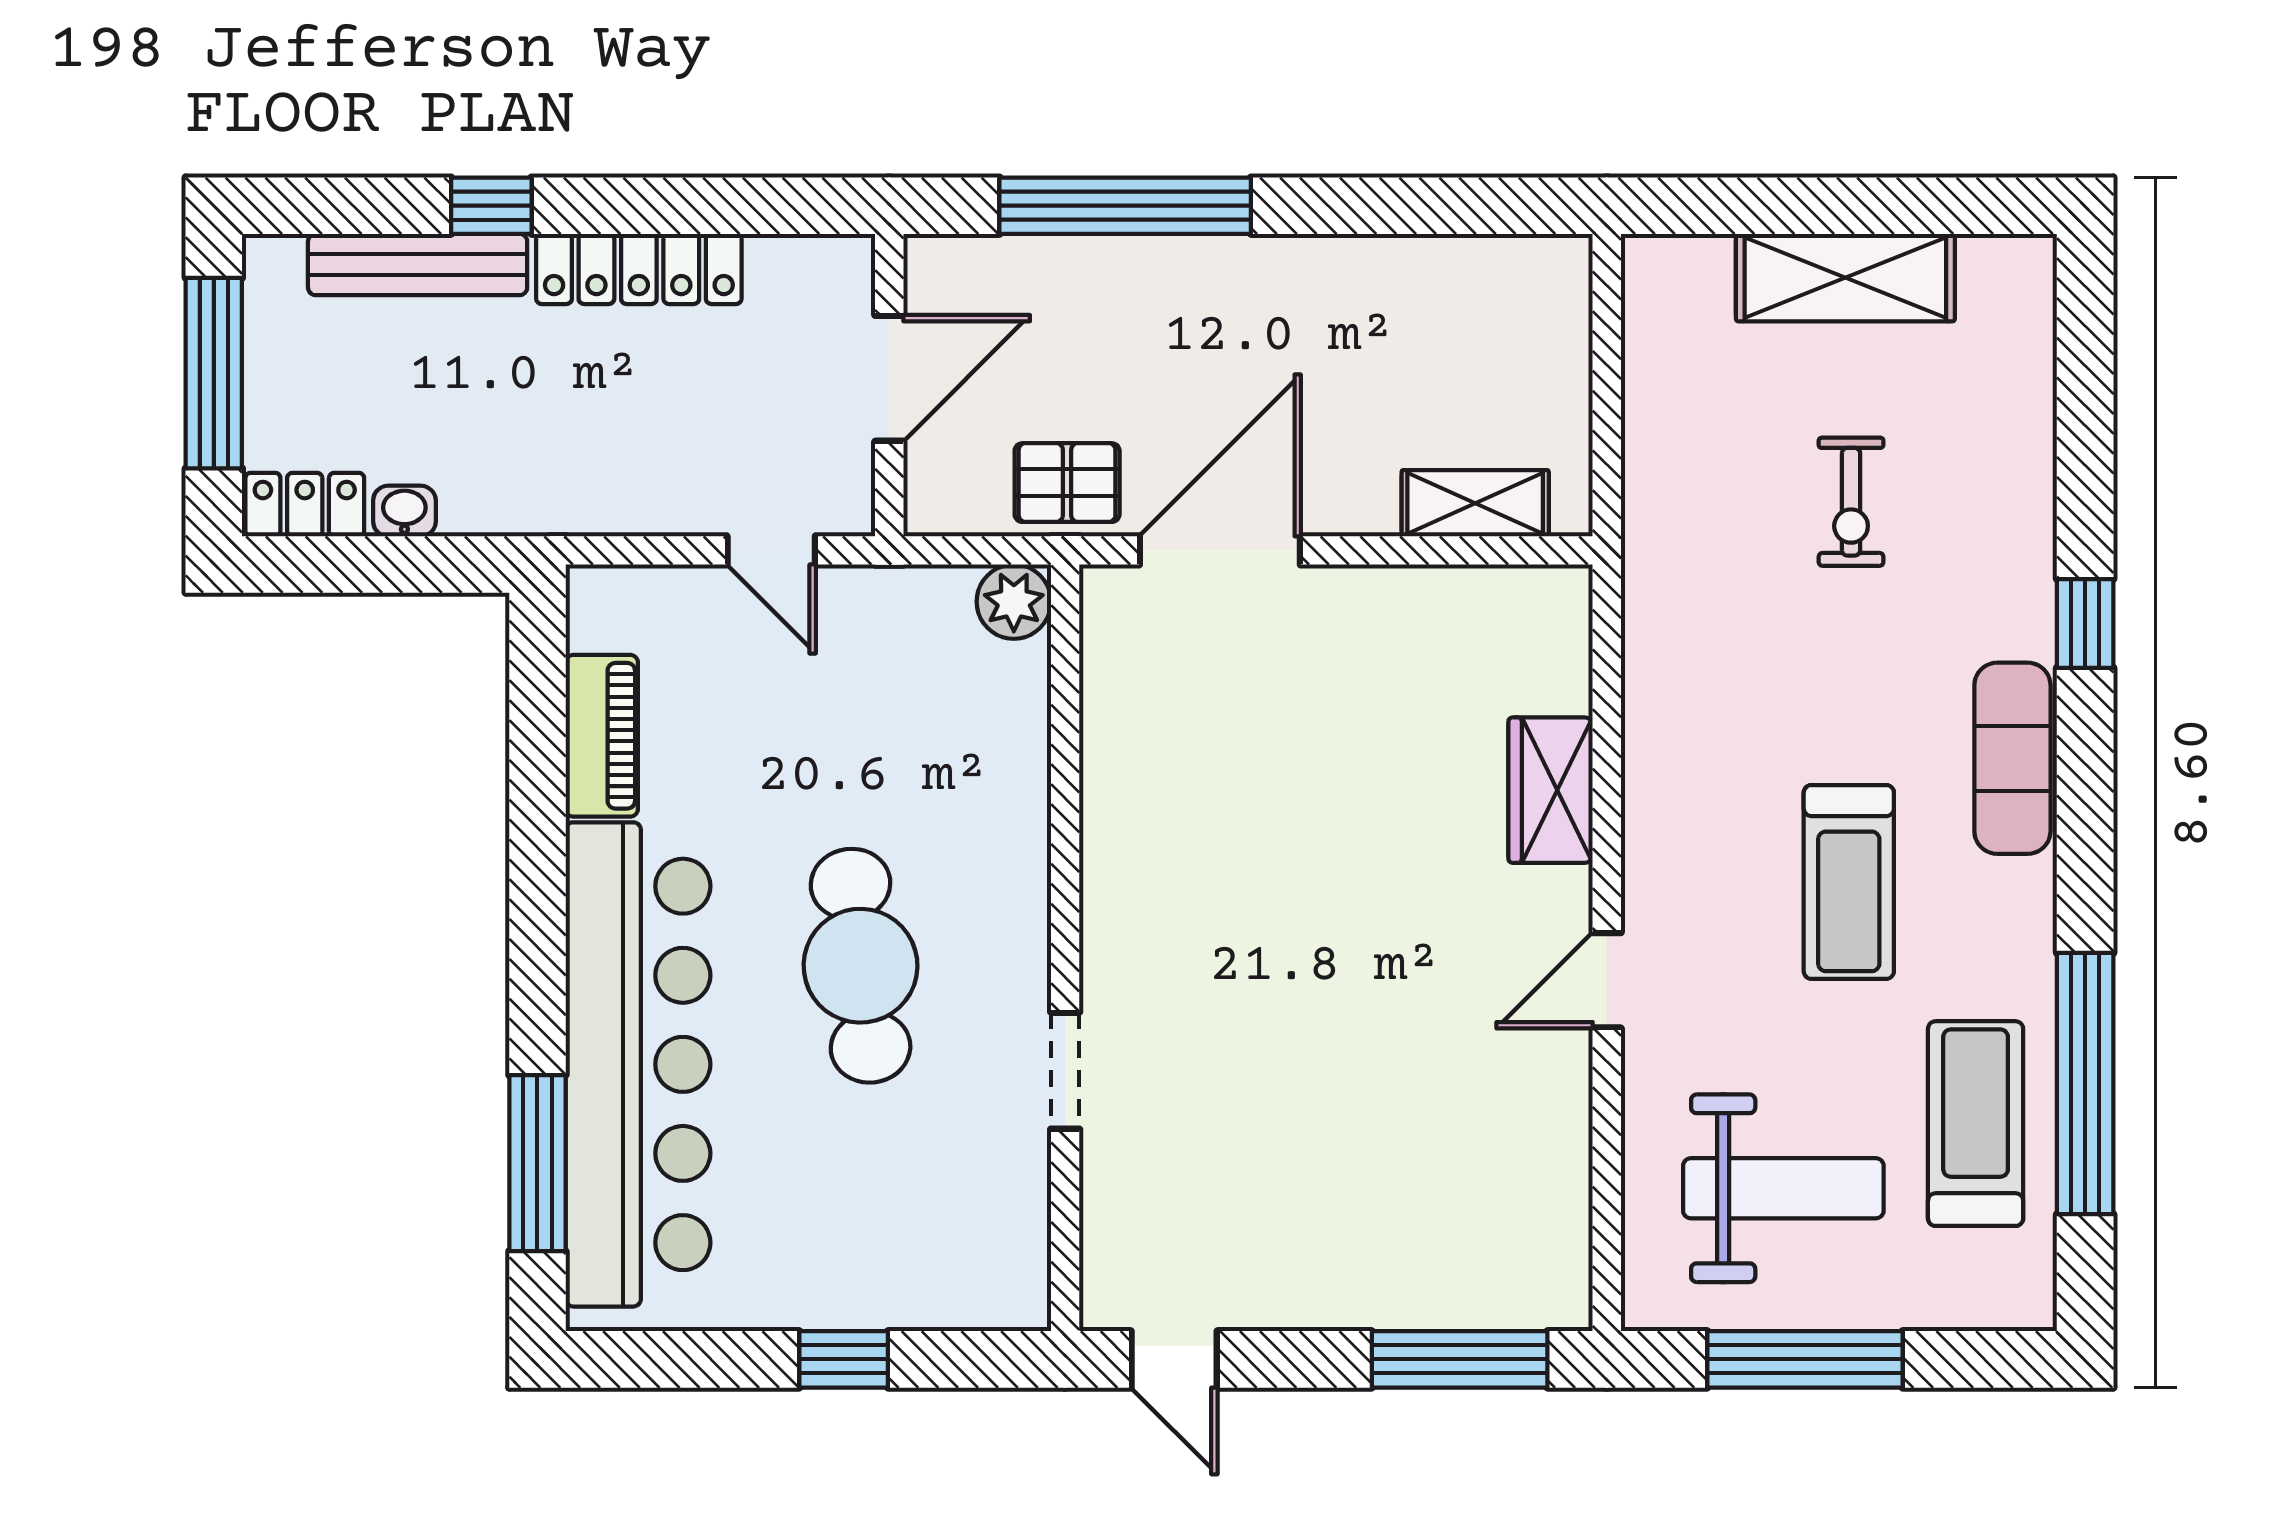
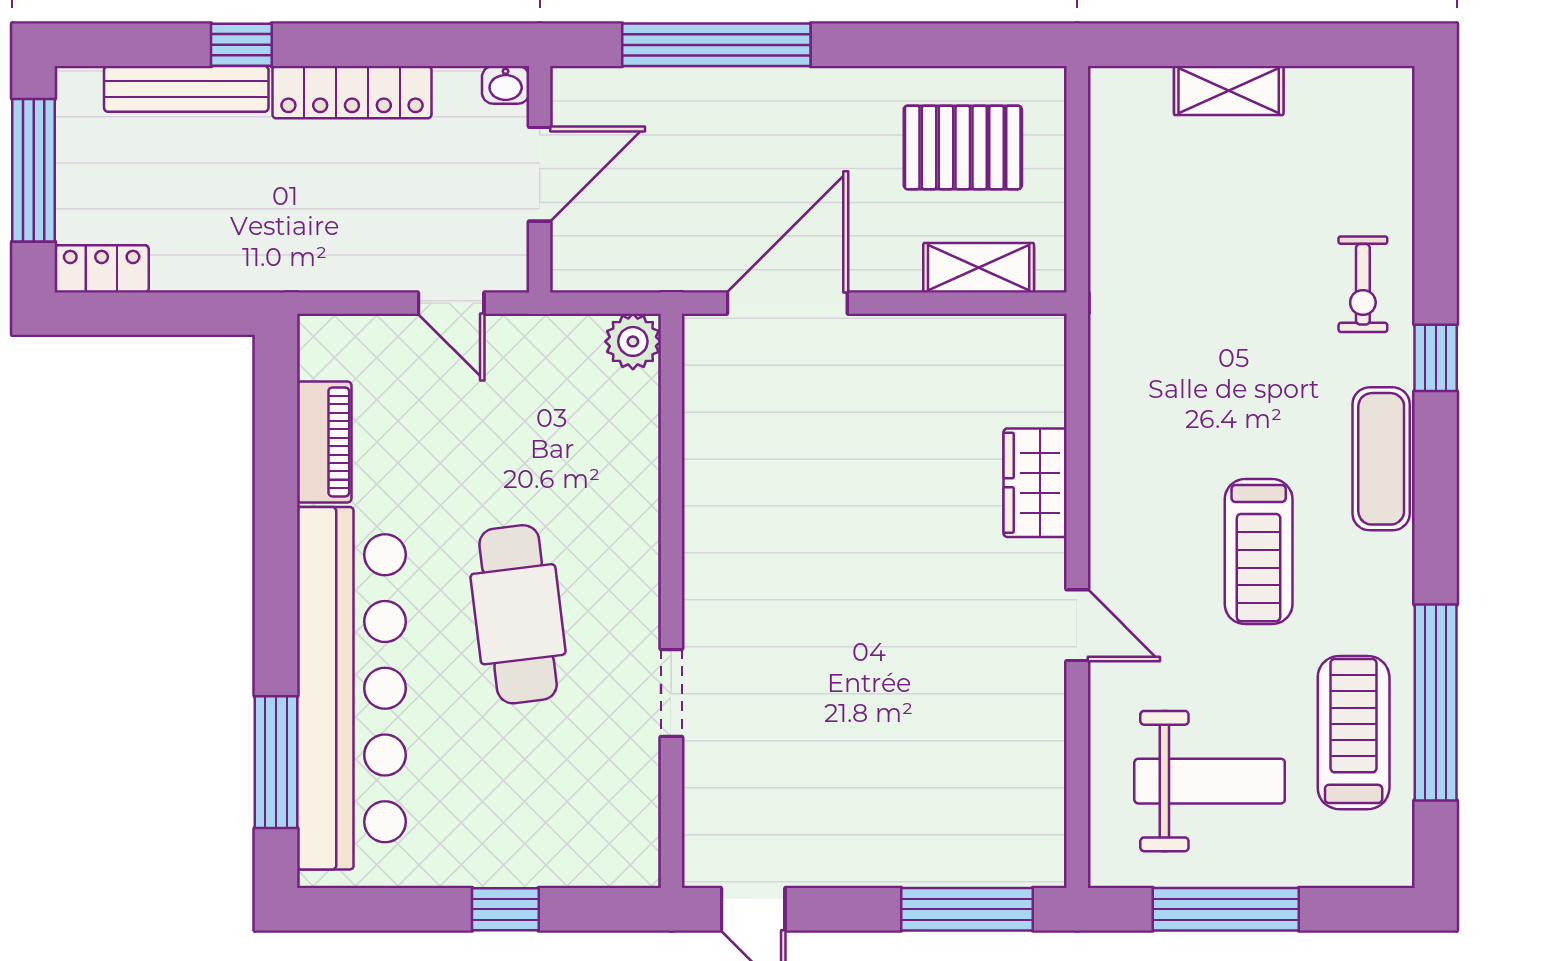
shelving: (1845, 278) -> (1229, 90), width x0.67, depth x0.75
pallet: (1067, 483) -> (963, 147), moved, width x1.50, depth x1.42
exercise bike: (1851, 502) -> (1363, 284), moved
washbasin: (404, 511) -> (506, 85), moved, turned 180
door: (1607, 980) -> (1077, 625), swing flipped

